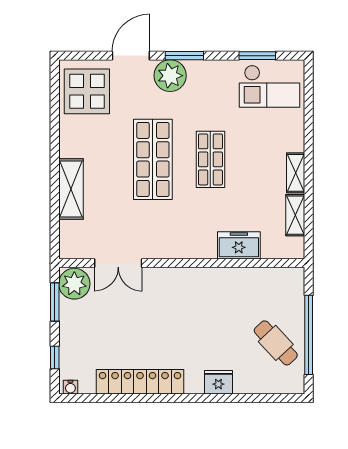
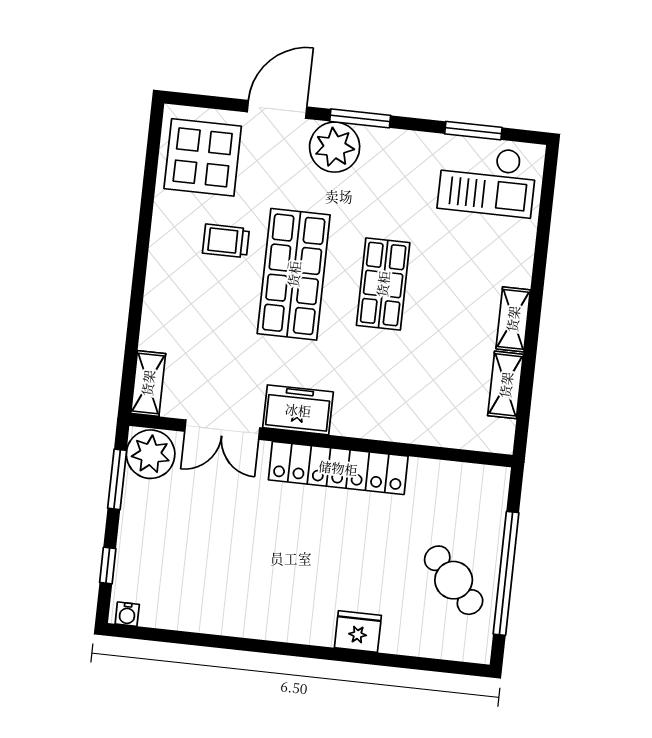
trolley: (107, 143) -> (226, 241), added
shelving: (71, 189) -> (148, 383), moved, width x0.67, depth x0.75
freezer: (239, 245) -> (298, 410), moved
locker: (140, 382) -> (338, 468), moved, turned 180

